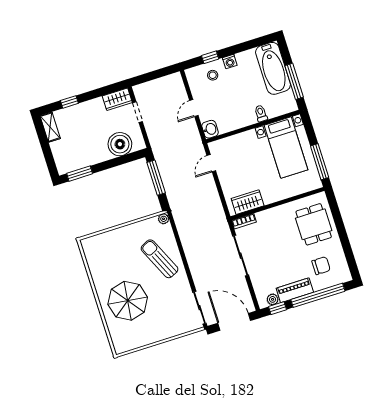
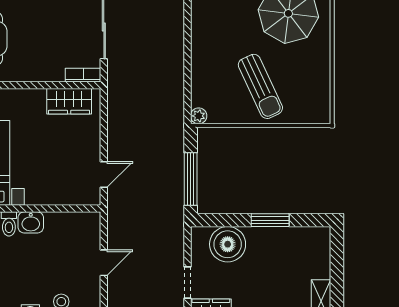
washbasin: (210, 129) -> (31, 222), moved, turned -90
window: (80, 174) -> (270, 220), moved
sun lounger: (159, 259) -> (260, 86), moved

